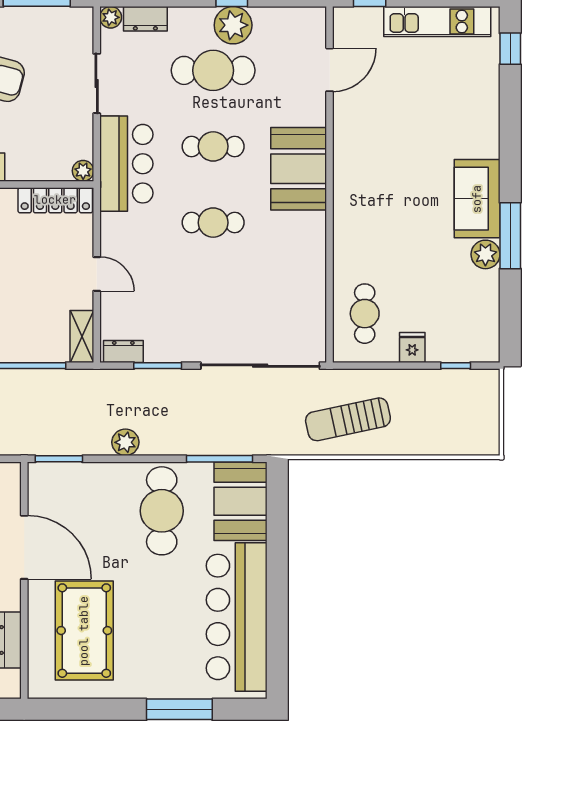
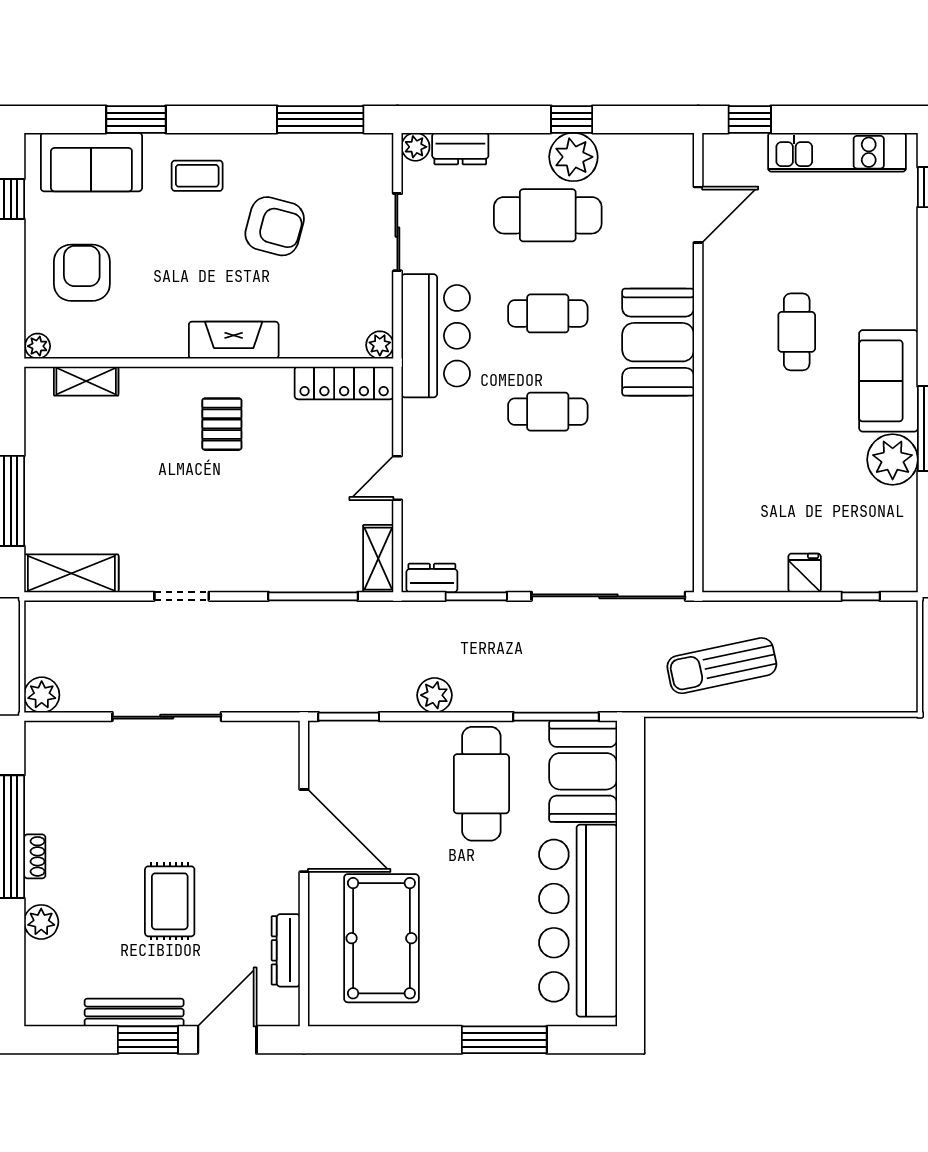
plant: (485, 254) -> (893, 460), width x1.36, depth x1.36
door: (97, 274) -> (397, 478), swing flipped
cafe table: (365, 314) -> (797, 332), moved

